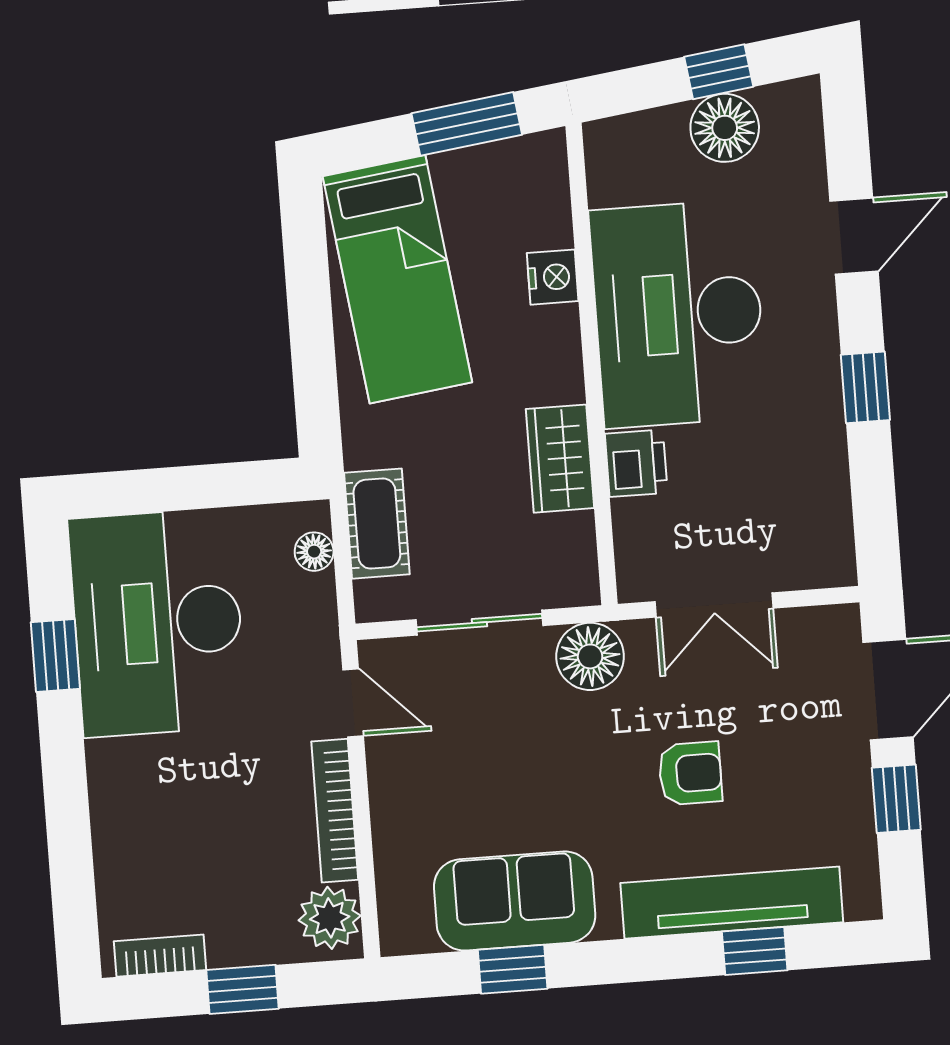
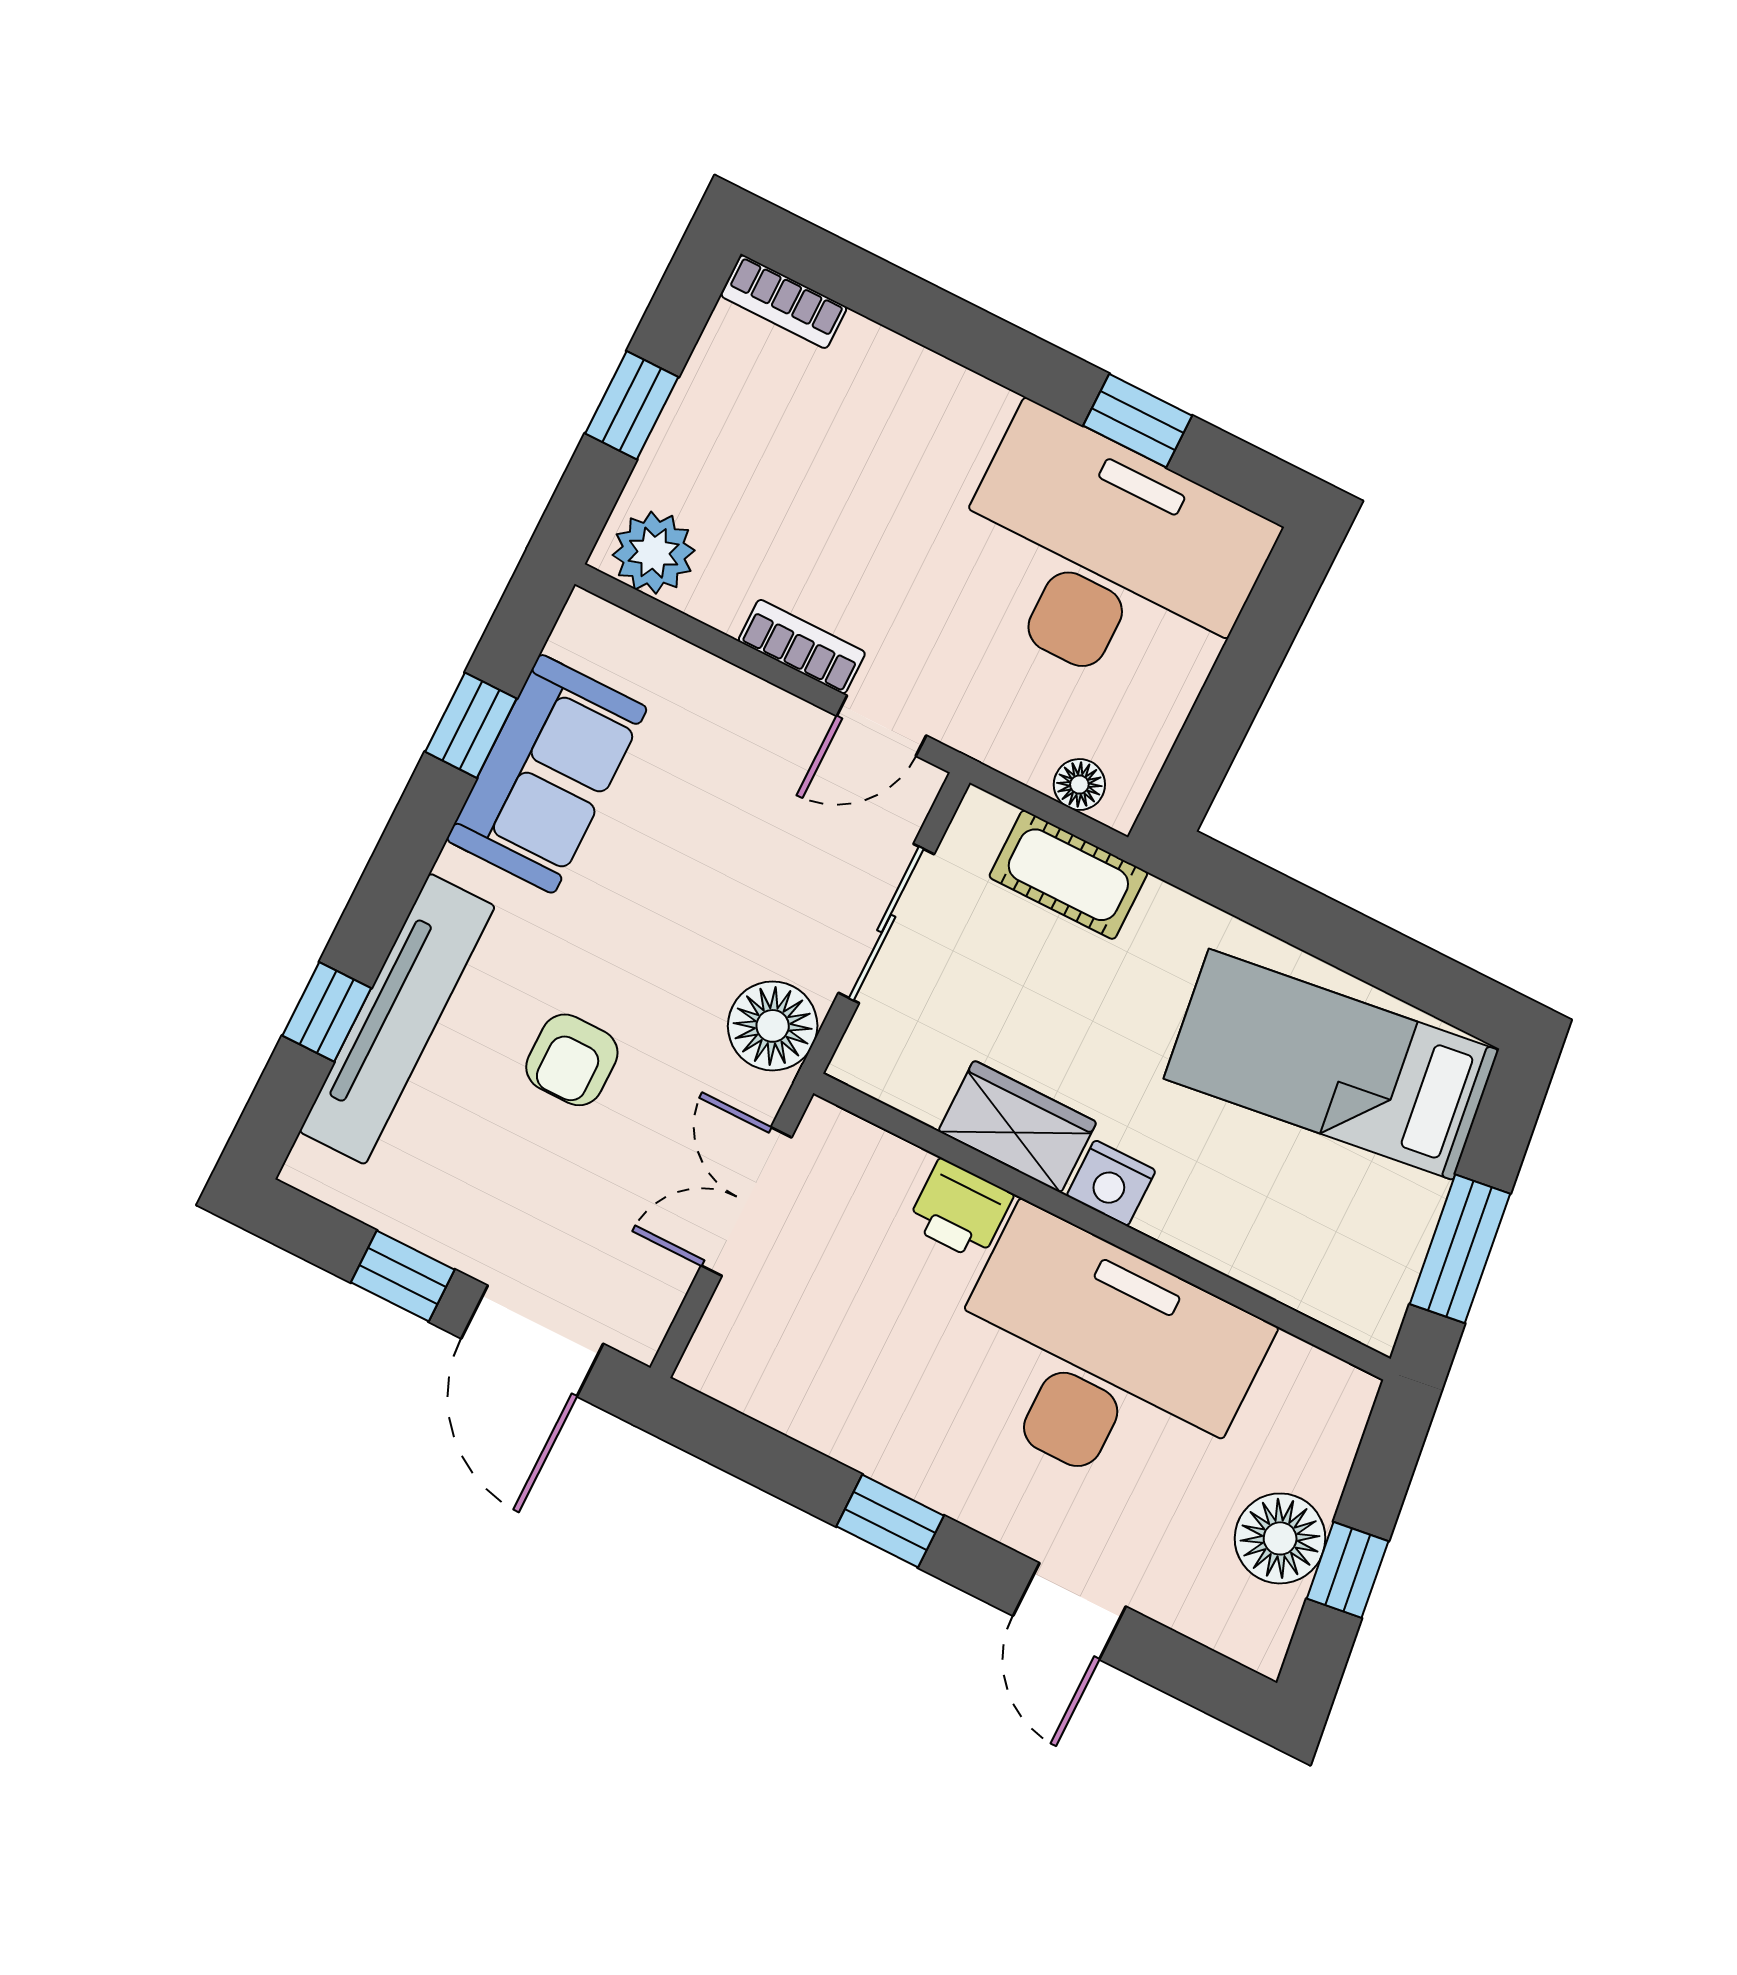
nightstand: (553, 277) -> (1111, 1183), moved
bookcase: (335, 811) -> (802, 647), width x0.64
bookcase: (160, 956) -> (784, 302), moved, turned 90

